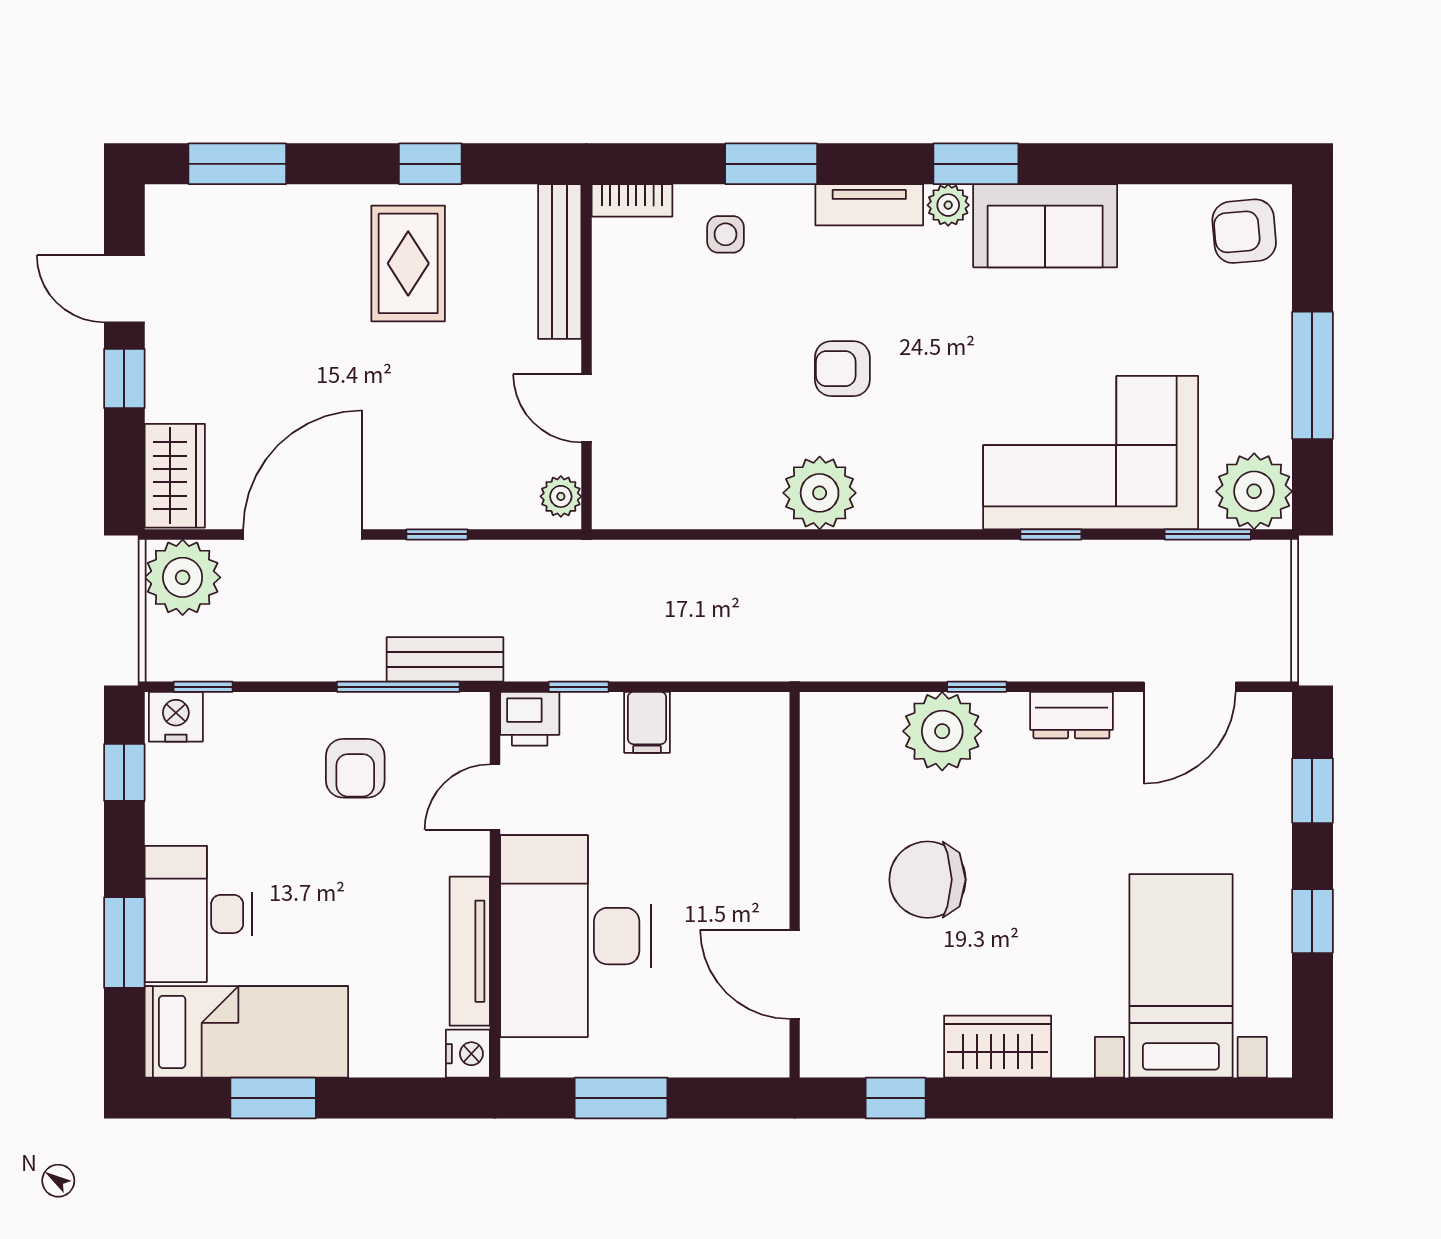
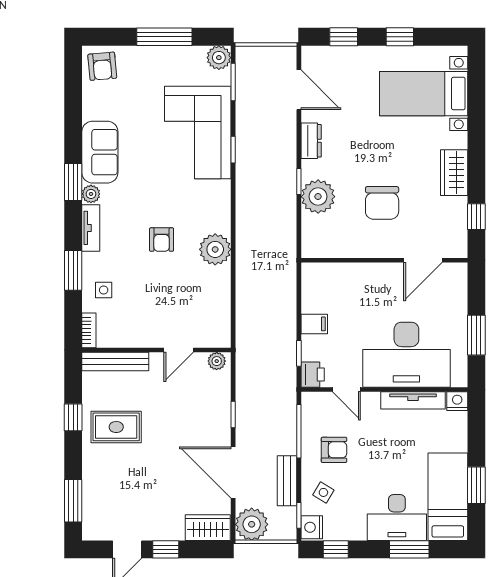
plant: (1254, 491) -> (219, 58), width x0.73, depth x0.73
bench: (445, 659) -> (287, 481), moved
side table: (256, 744) -> (323, 492), added

